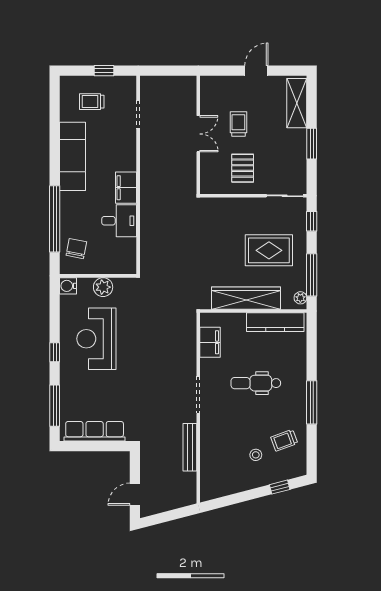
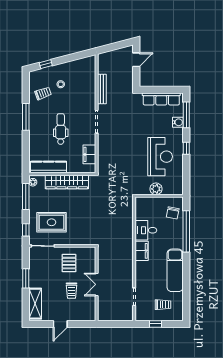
rug: (269, 250) -> (52, 222), moved
water cooler: (68, 286) -> (178, 122), moved
dental chair: (256, 383) -> (61, 129), turned -90

